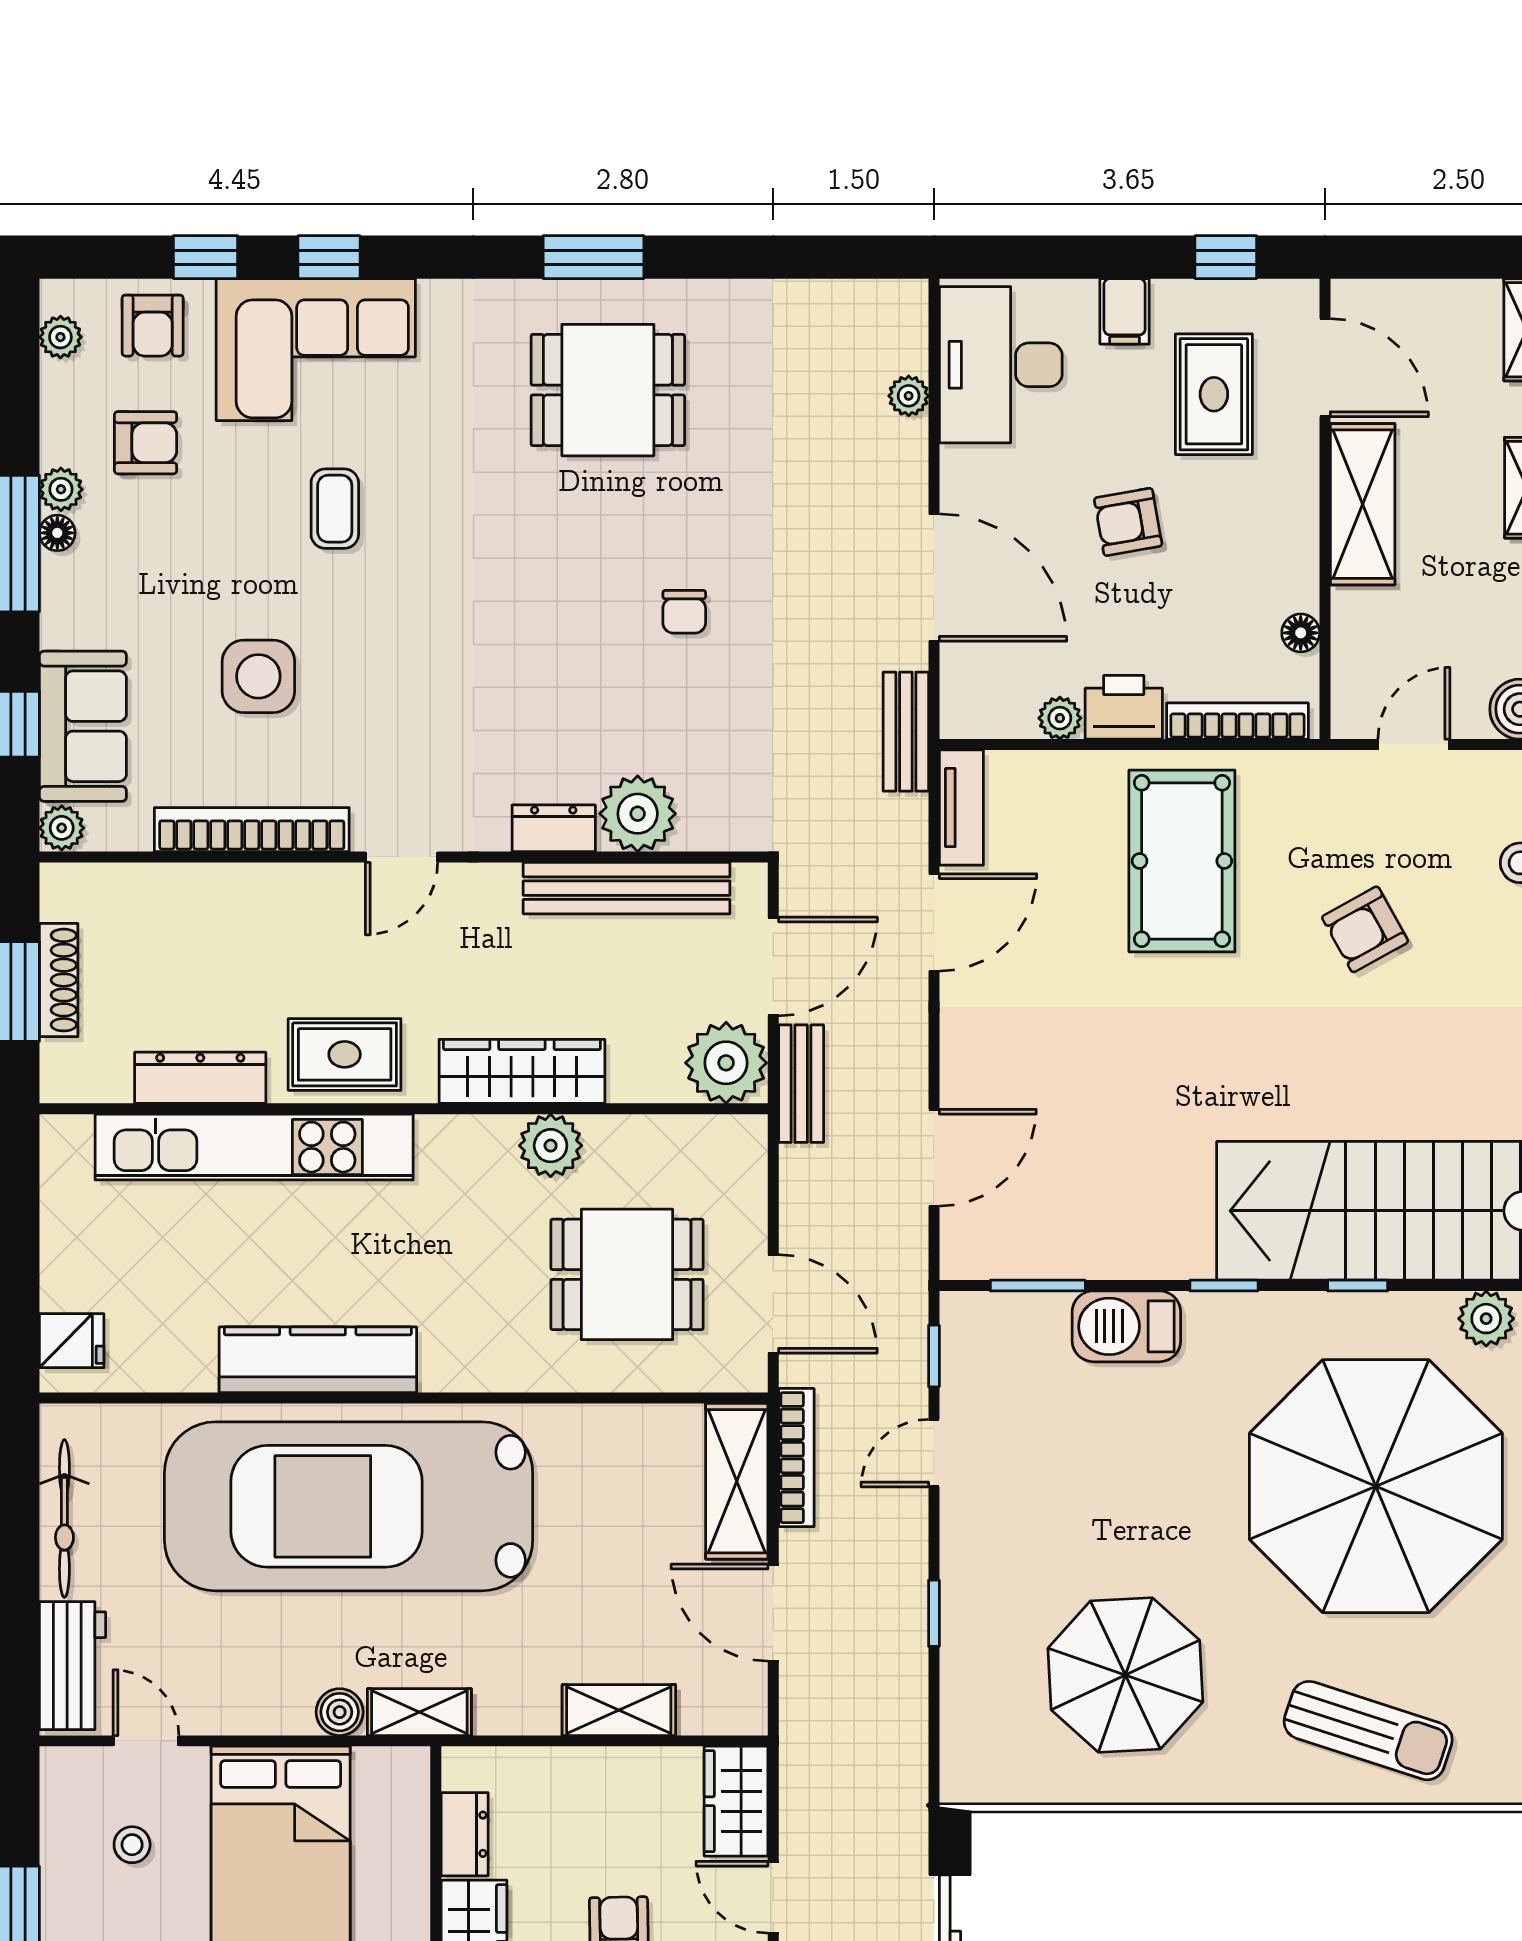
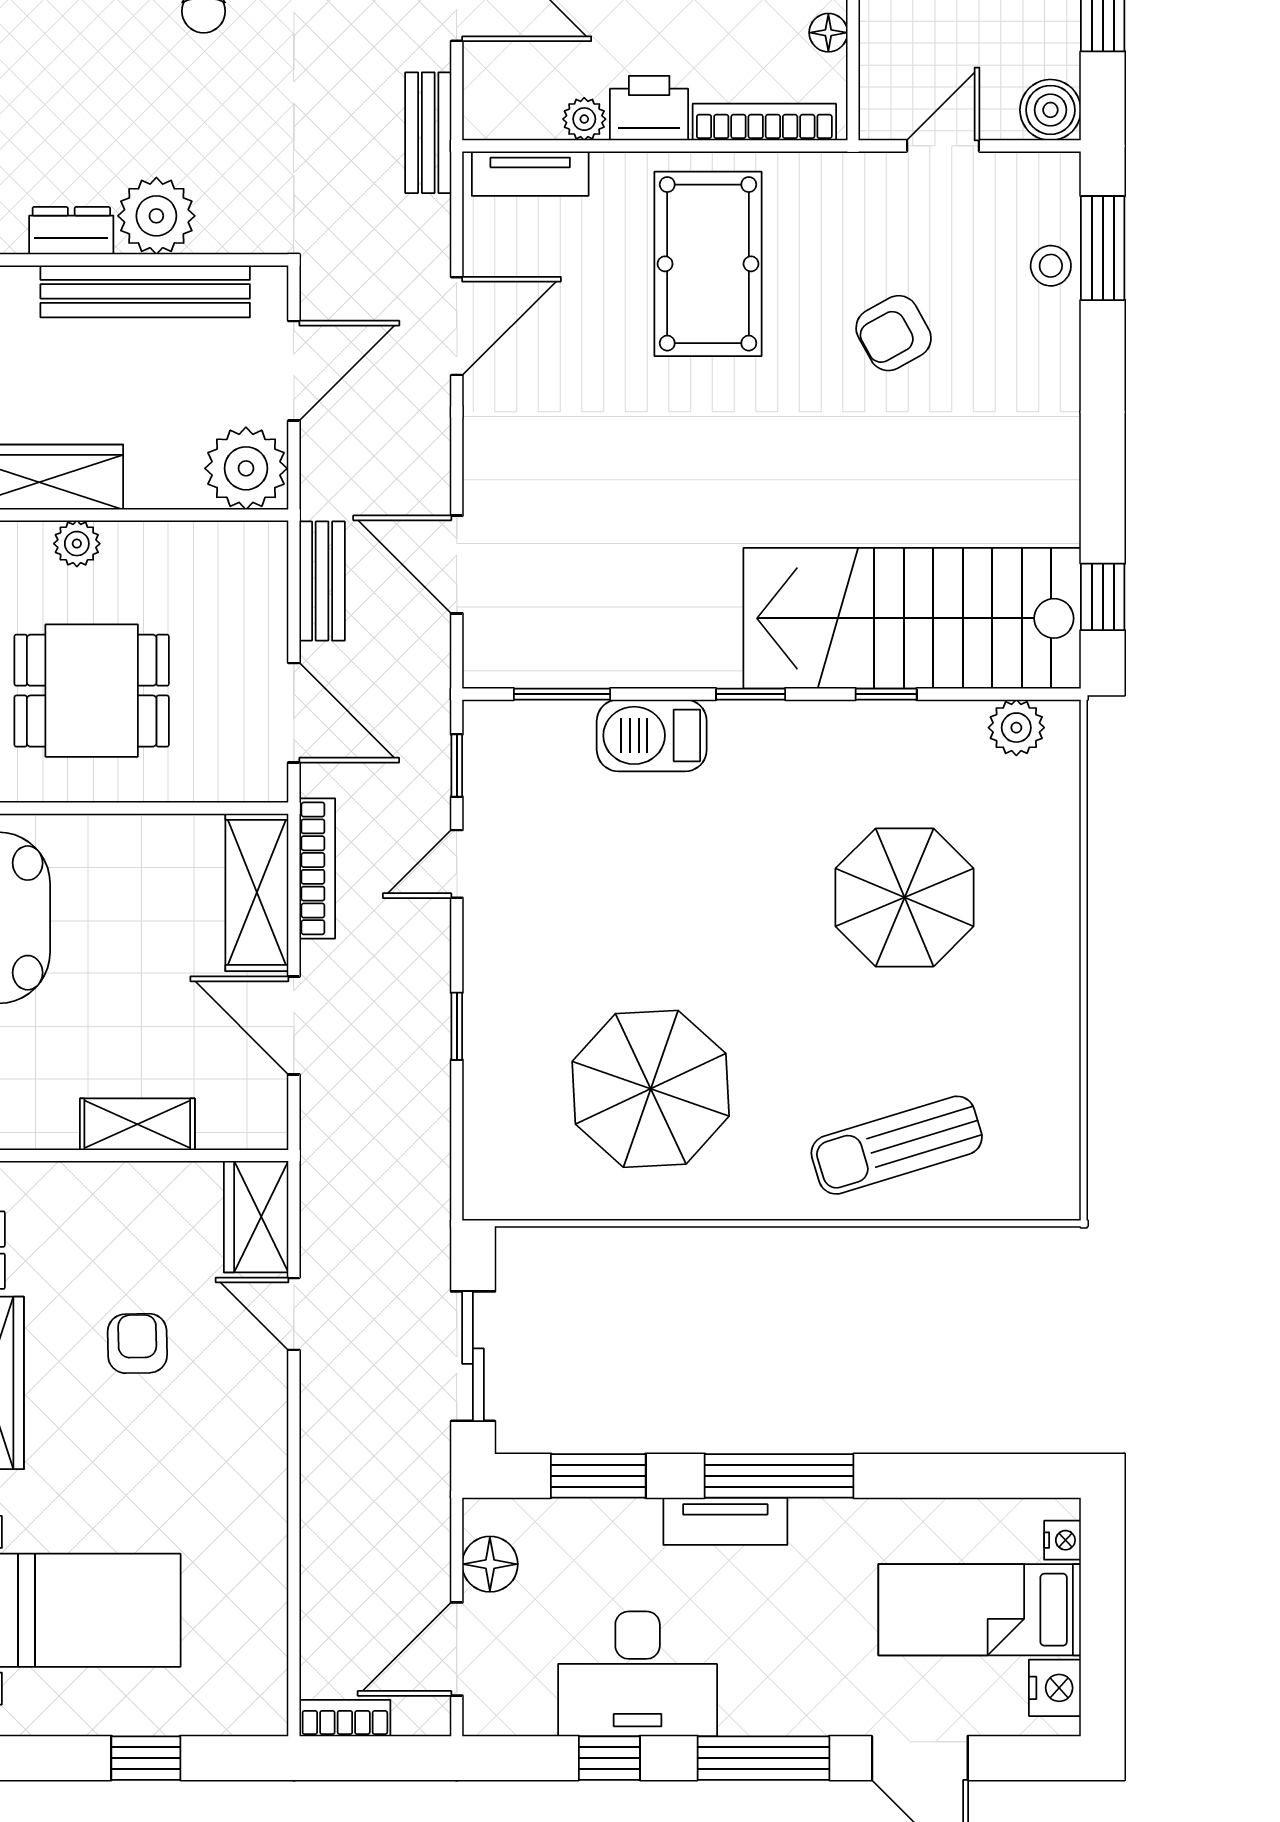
tv unit: (961, 808) -> (530, 174), moved, turned 90
bench: (801, 1084) -> (322, 581), moved
plant: (551, 1146) -> (77, 544), width x0.73, depth x0.73
door: (934, 1158) -> (457, 565), swing flipped
dining table: (627, 1274) -> (92, 691), moved
parasol: (1376, 1486) -> (905, 897), width x0.54, depth x0.54
sun lounger: (1368, 1731) -> (897, 1145), turned 145

